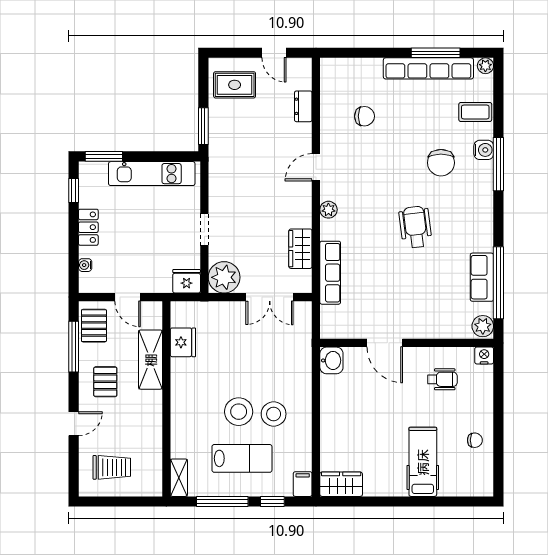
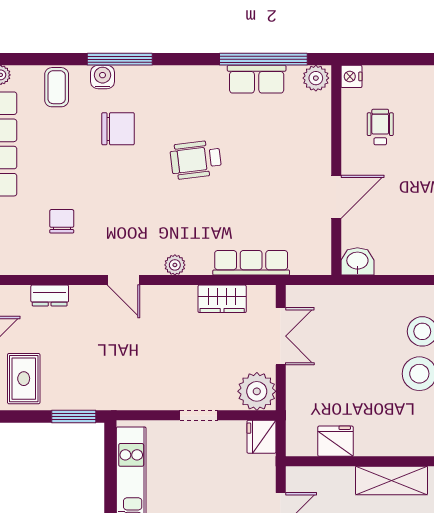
shelving: (151, 360) -> (392, 480), moved

